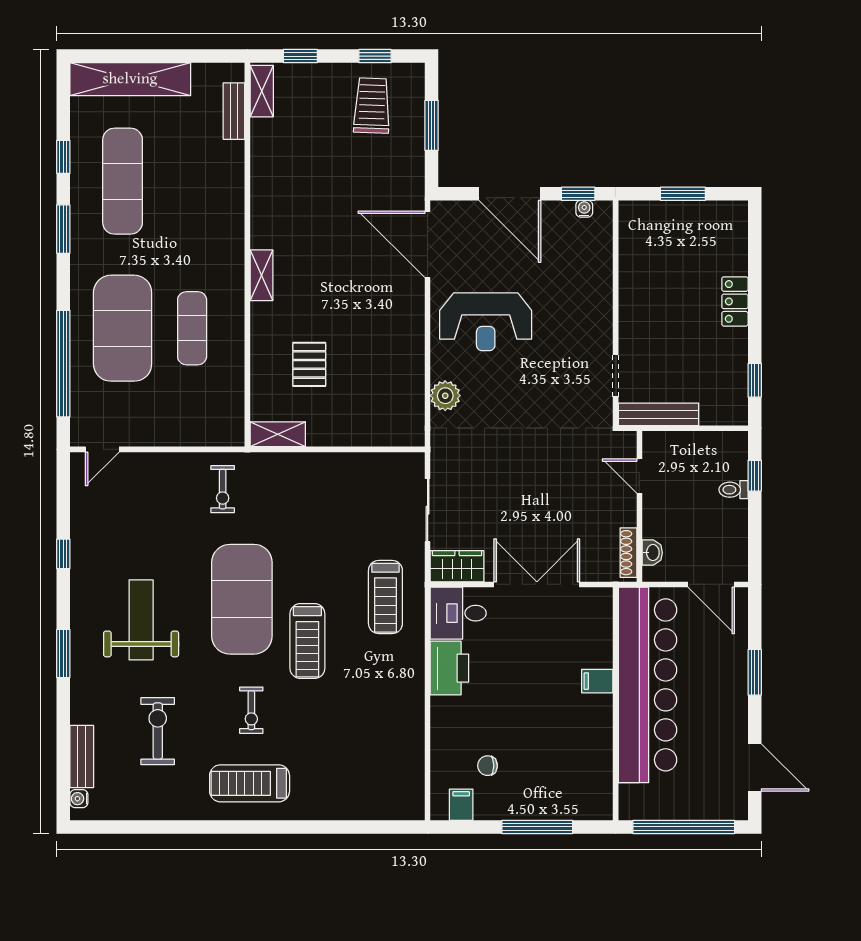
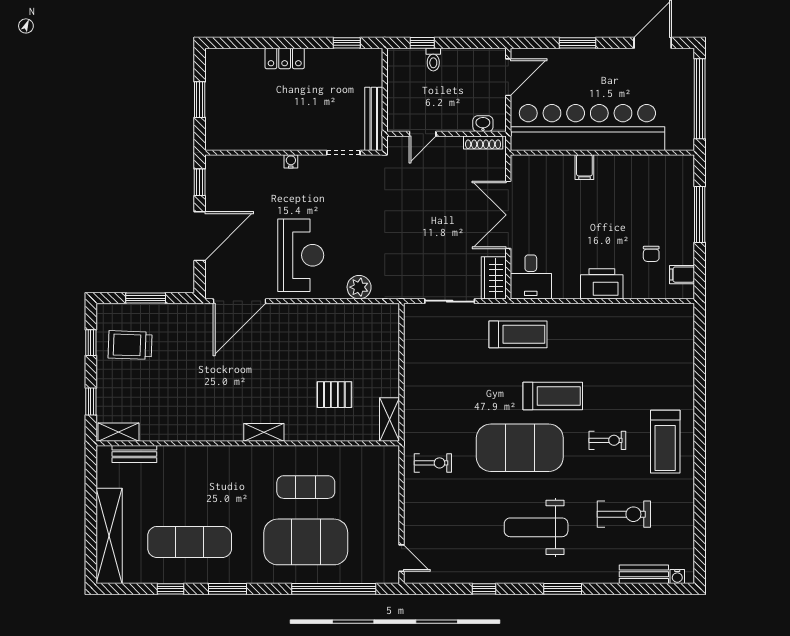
water cooler: (584, 209) -> (291, 161), moved, turned 90
printer: (449, 668) -> (602, 284), moved
exercise bike: (158, 731) -> (624, 514), turned 180

